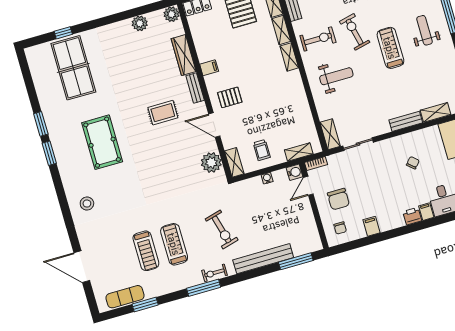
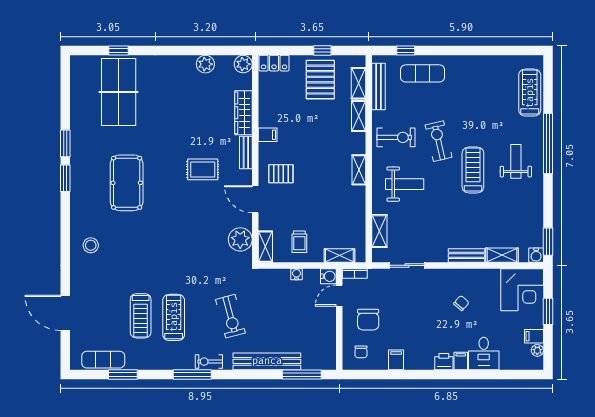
shelving: (289, 57) -> (359, 170), moved
shelving: (330, 134) -> (379, 231), moved

